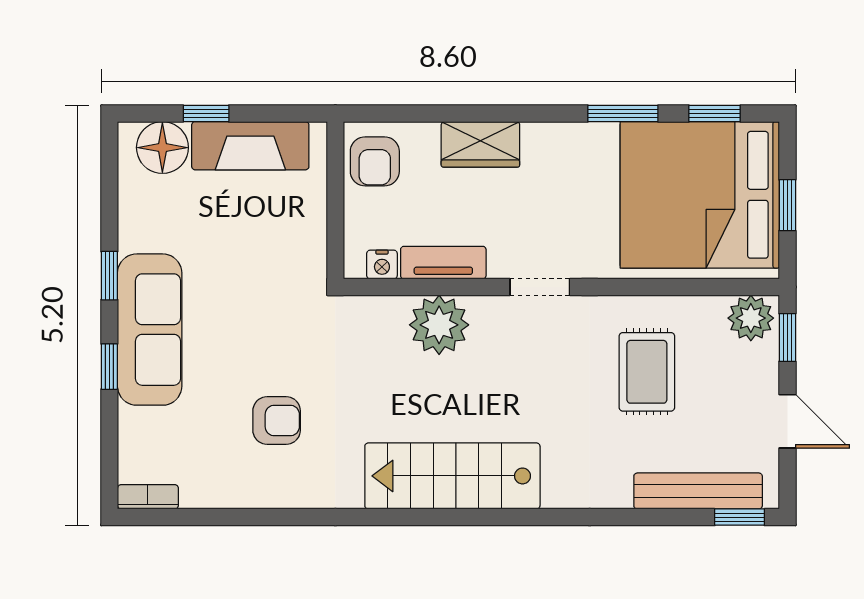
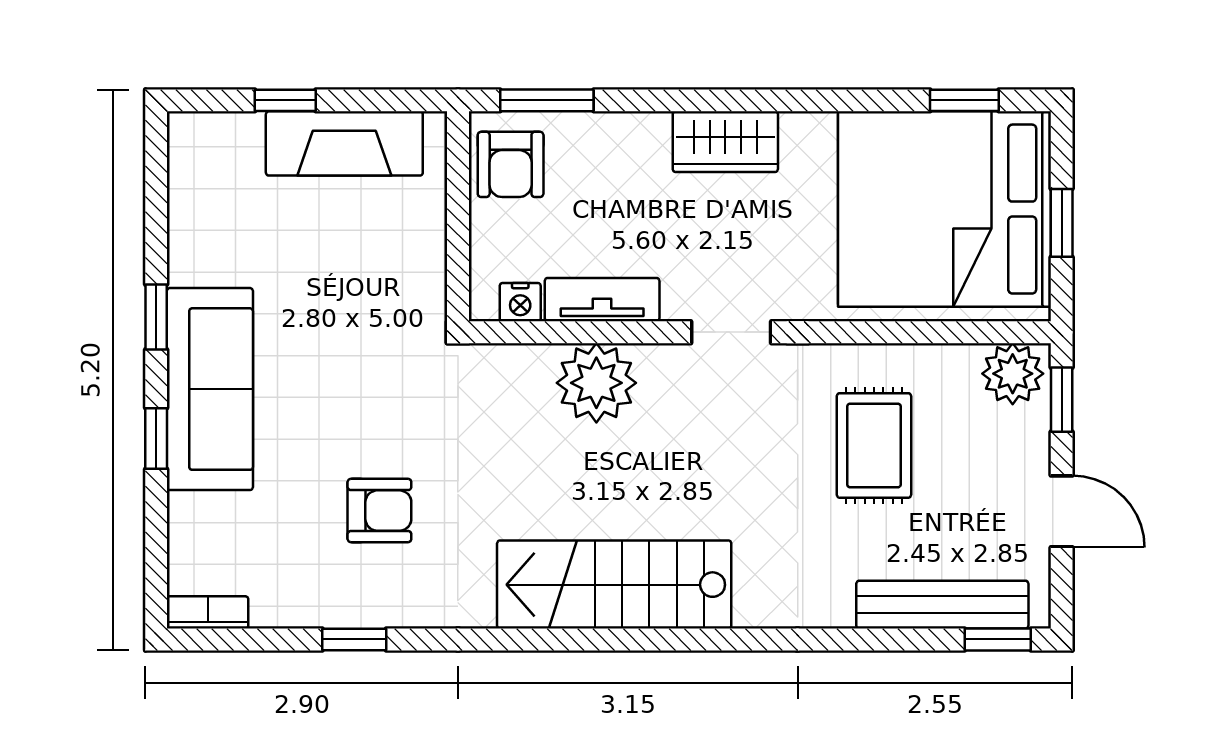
window: (623, 113) -> (547, 100), moved
wardrobe: (480, 144) -> (725, 142), moved
floor lamp: (162, 148) -> (227, 146), removed
window: (258, 517) -> (354, 639), added

